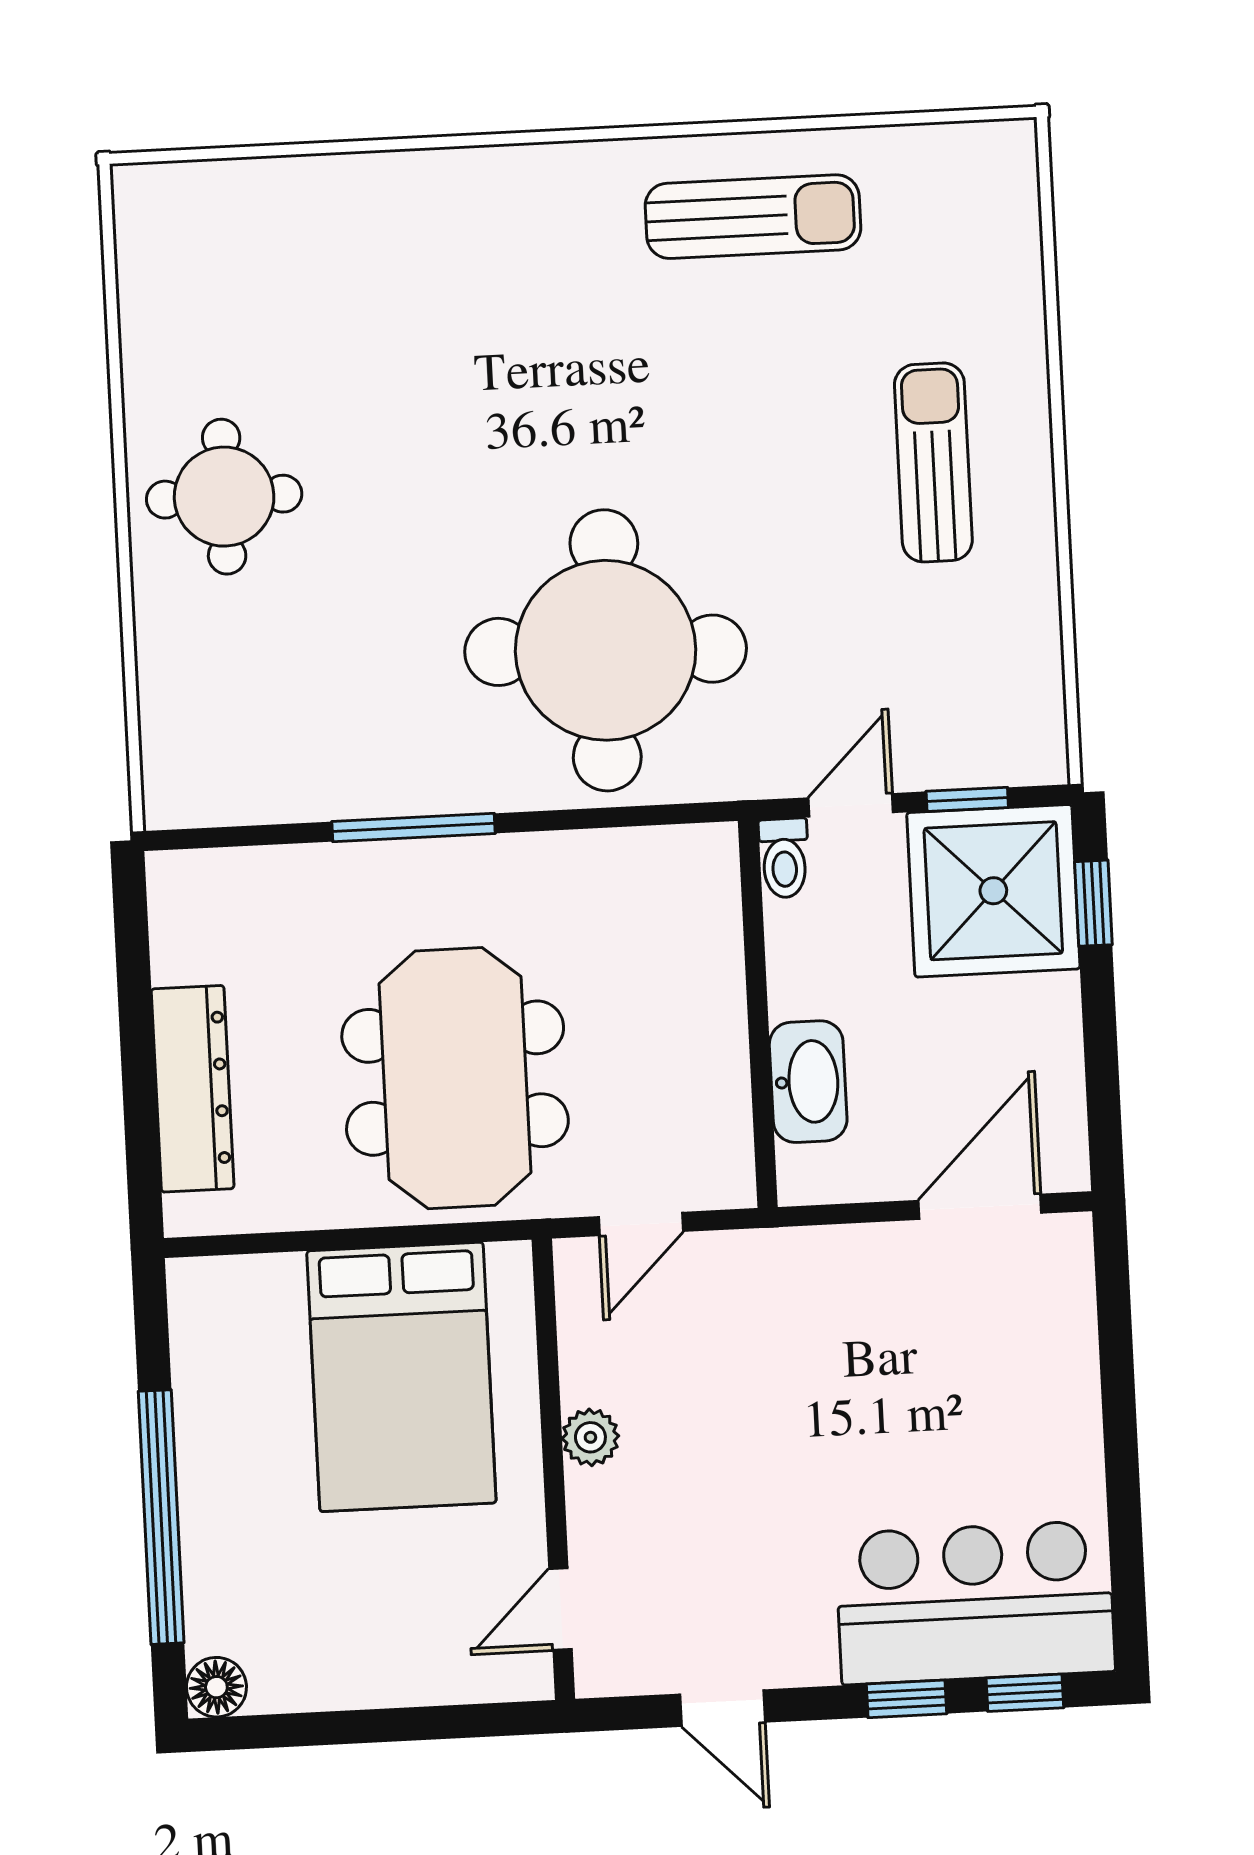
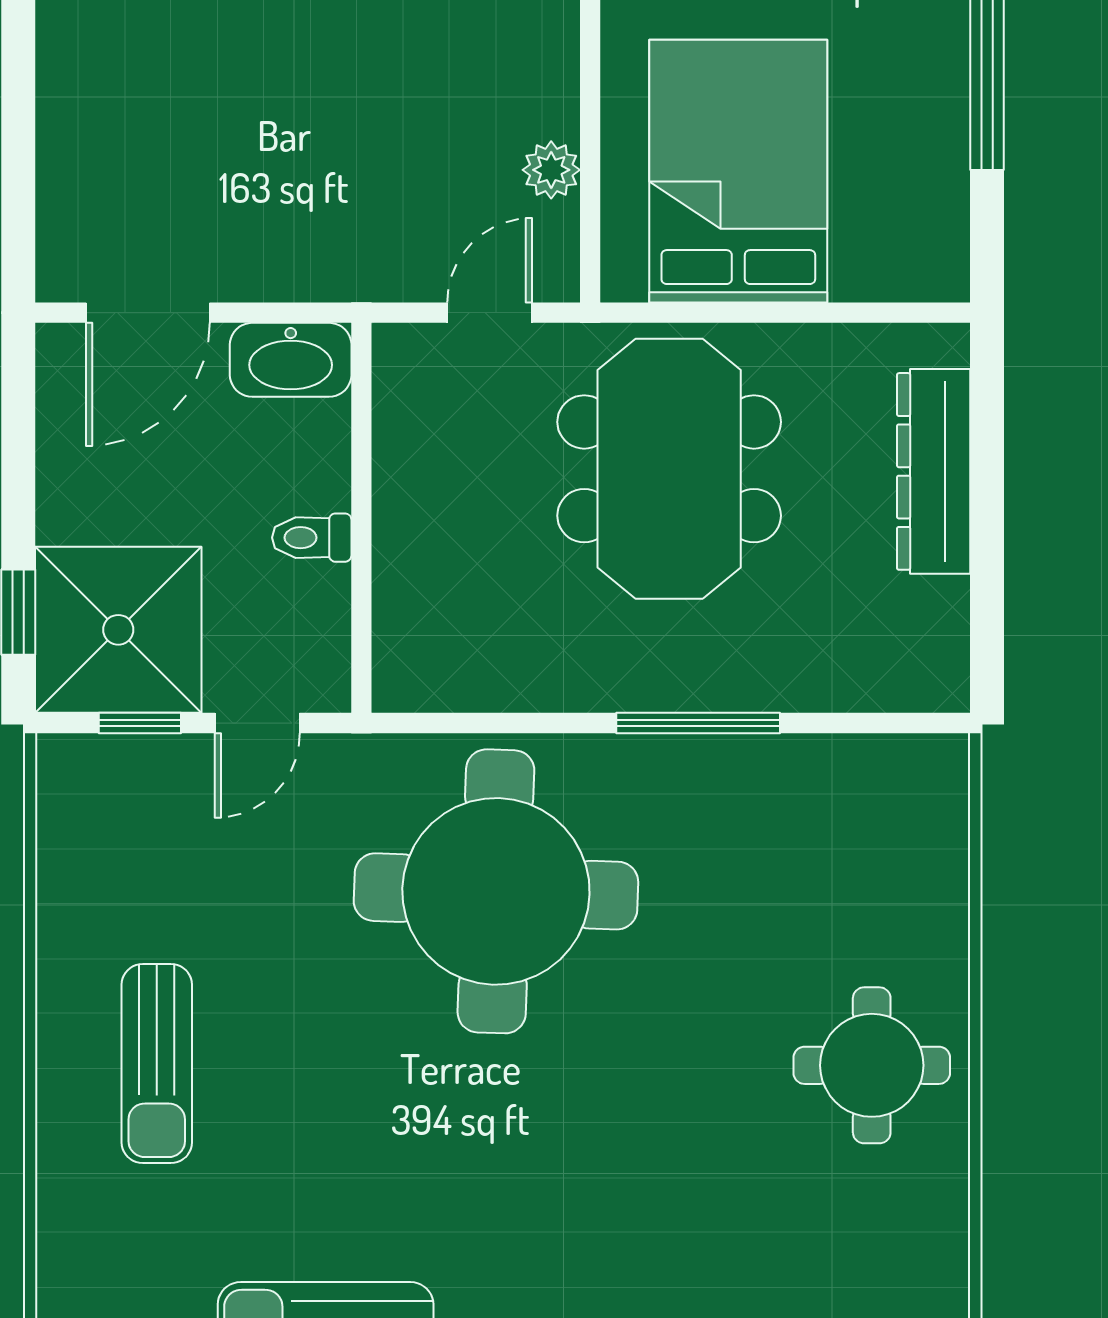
toilet: (784, 858) -> (312, 538), moved, turned -90
washbasin: (808, 1082) -> (291, 360), moved, turned -90
plant: (590, 1437) -> (551, 170), moved

